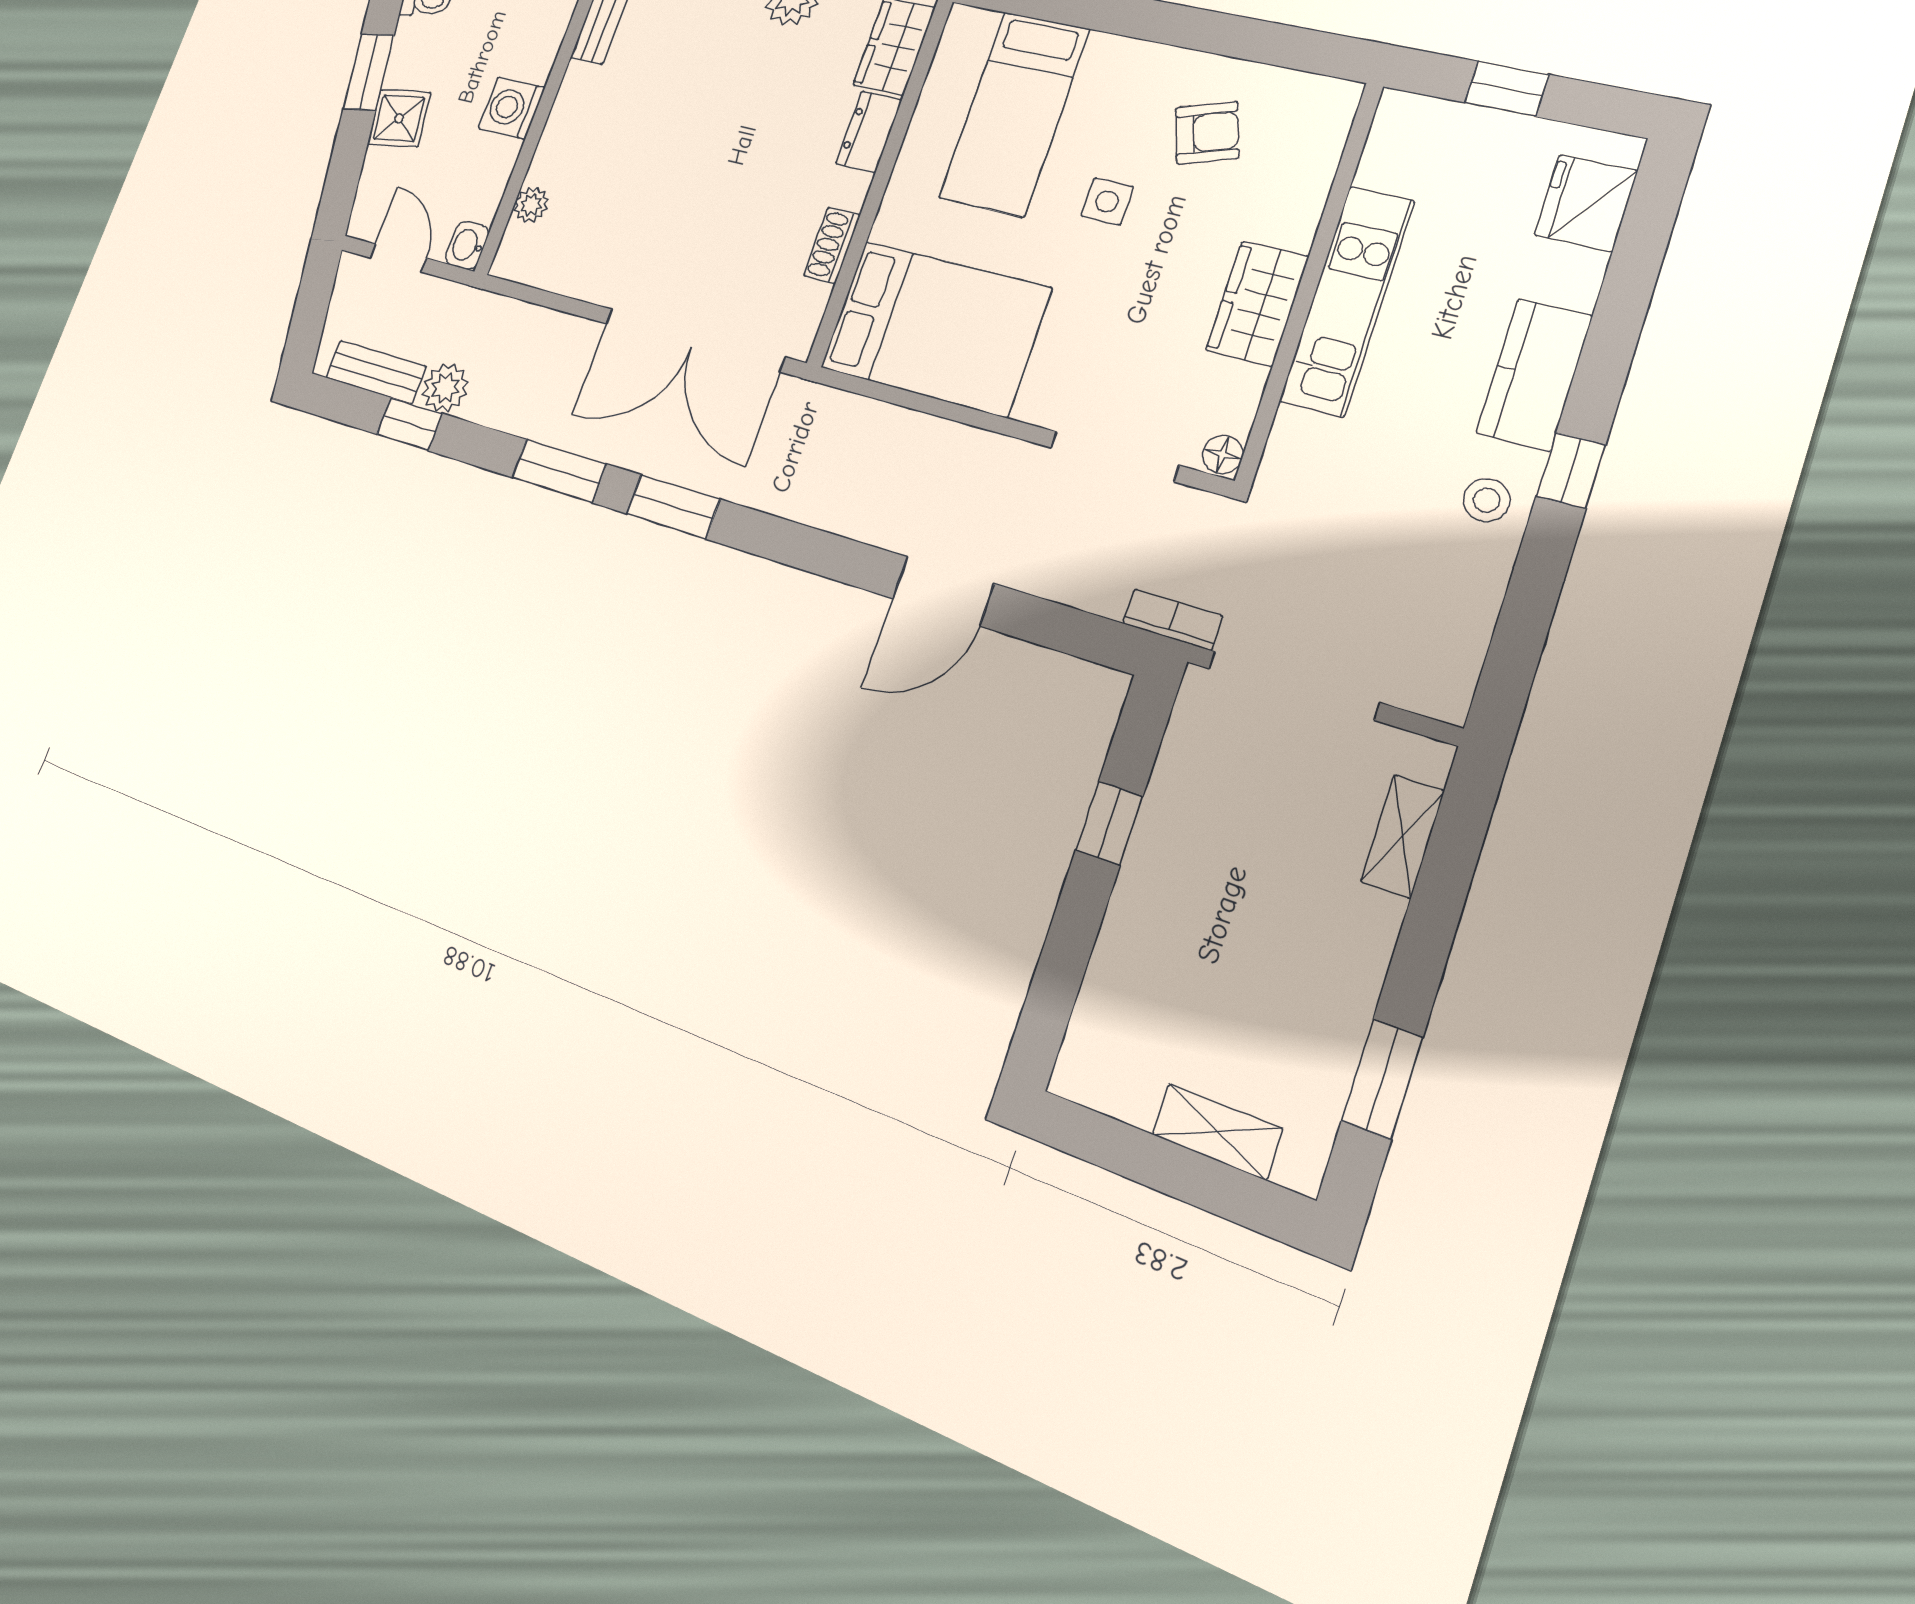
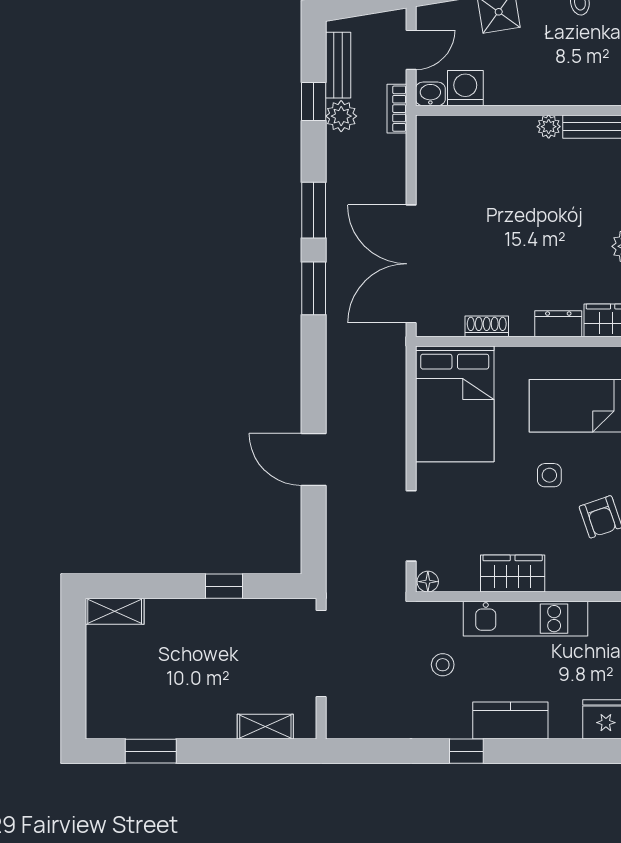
washing machine: (512, 108) -> (465, 88), moved
plant: (531, 205) -> (549, 127), moved
stool: (1487, 500) -> (443, 665), moved
bookcase: (1173, 620) -> (397, 109), moved, turned 180
shelving: (1217, 1132) -> (115, 611), moved, turned 90

